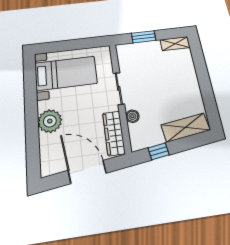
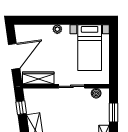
boiler: (132, 116) -> (96, 93), moved
plant: (50, 121) -> (57, 29), width x0.53, depth x0.53

